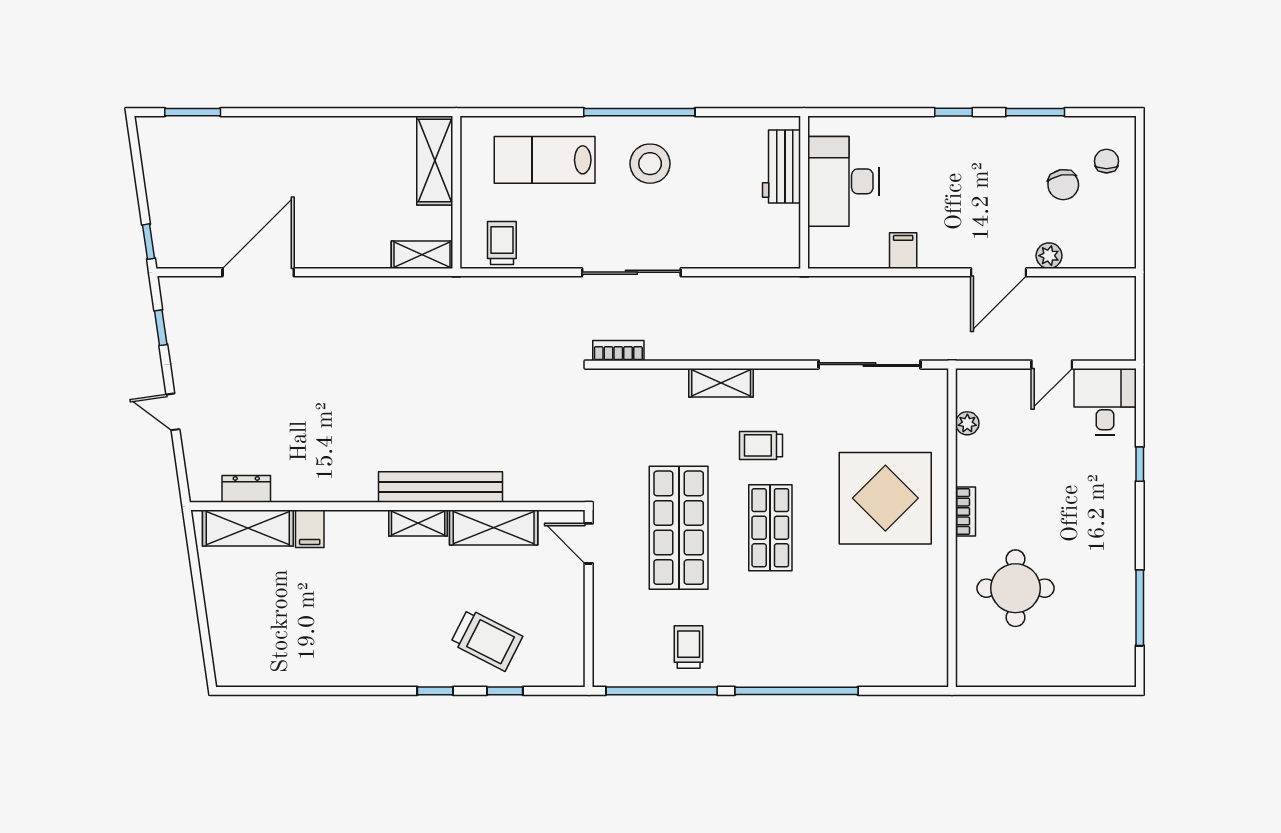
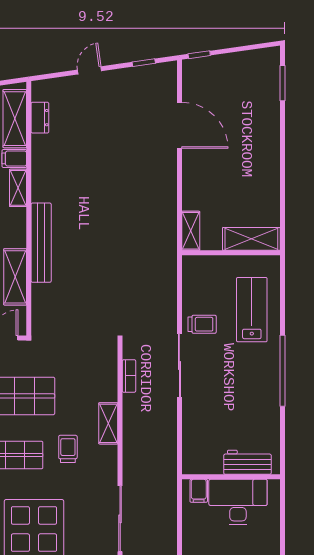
stool: (650, 164) -> (249, 378), removed
trolley: (502, 243) -> (202, 324), moved
filing cabinet: (903, 251) -> (199, 491), moved, turned 90
bookcase: (618, 351) -> (129, 376), moved
shelving: (418, 523) -> (18, 188), moved

